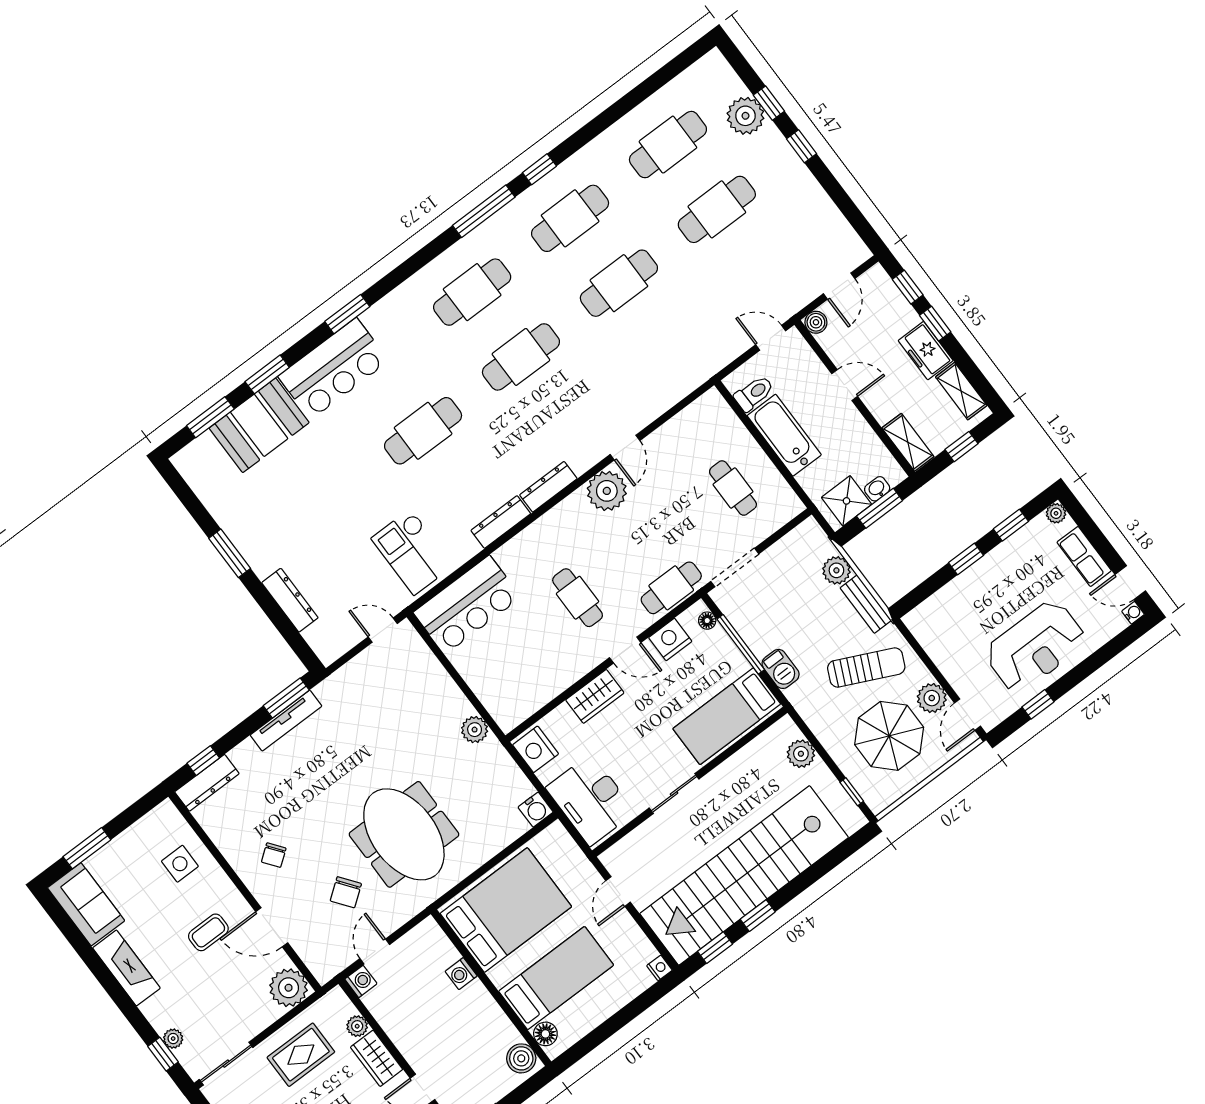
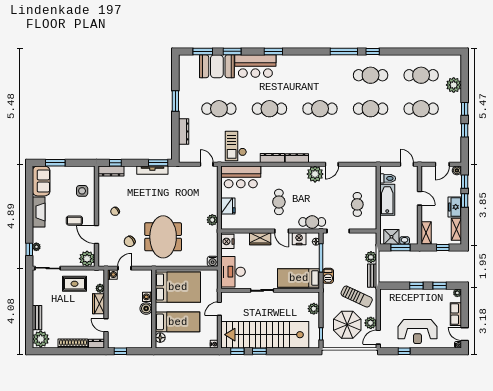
window: (769, 103) -> (465, 130), moved
cafe table: (472, 292) -> (219, 109), moved
boiler: (816, 322) -> (457, 170), moved
fridge: (485, 680) -> (228, 206), added
boiler: (521, 1058) -> (146, 308), moved

